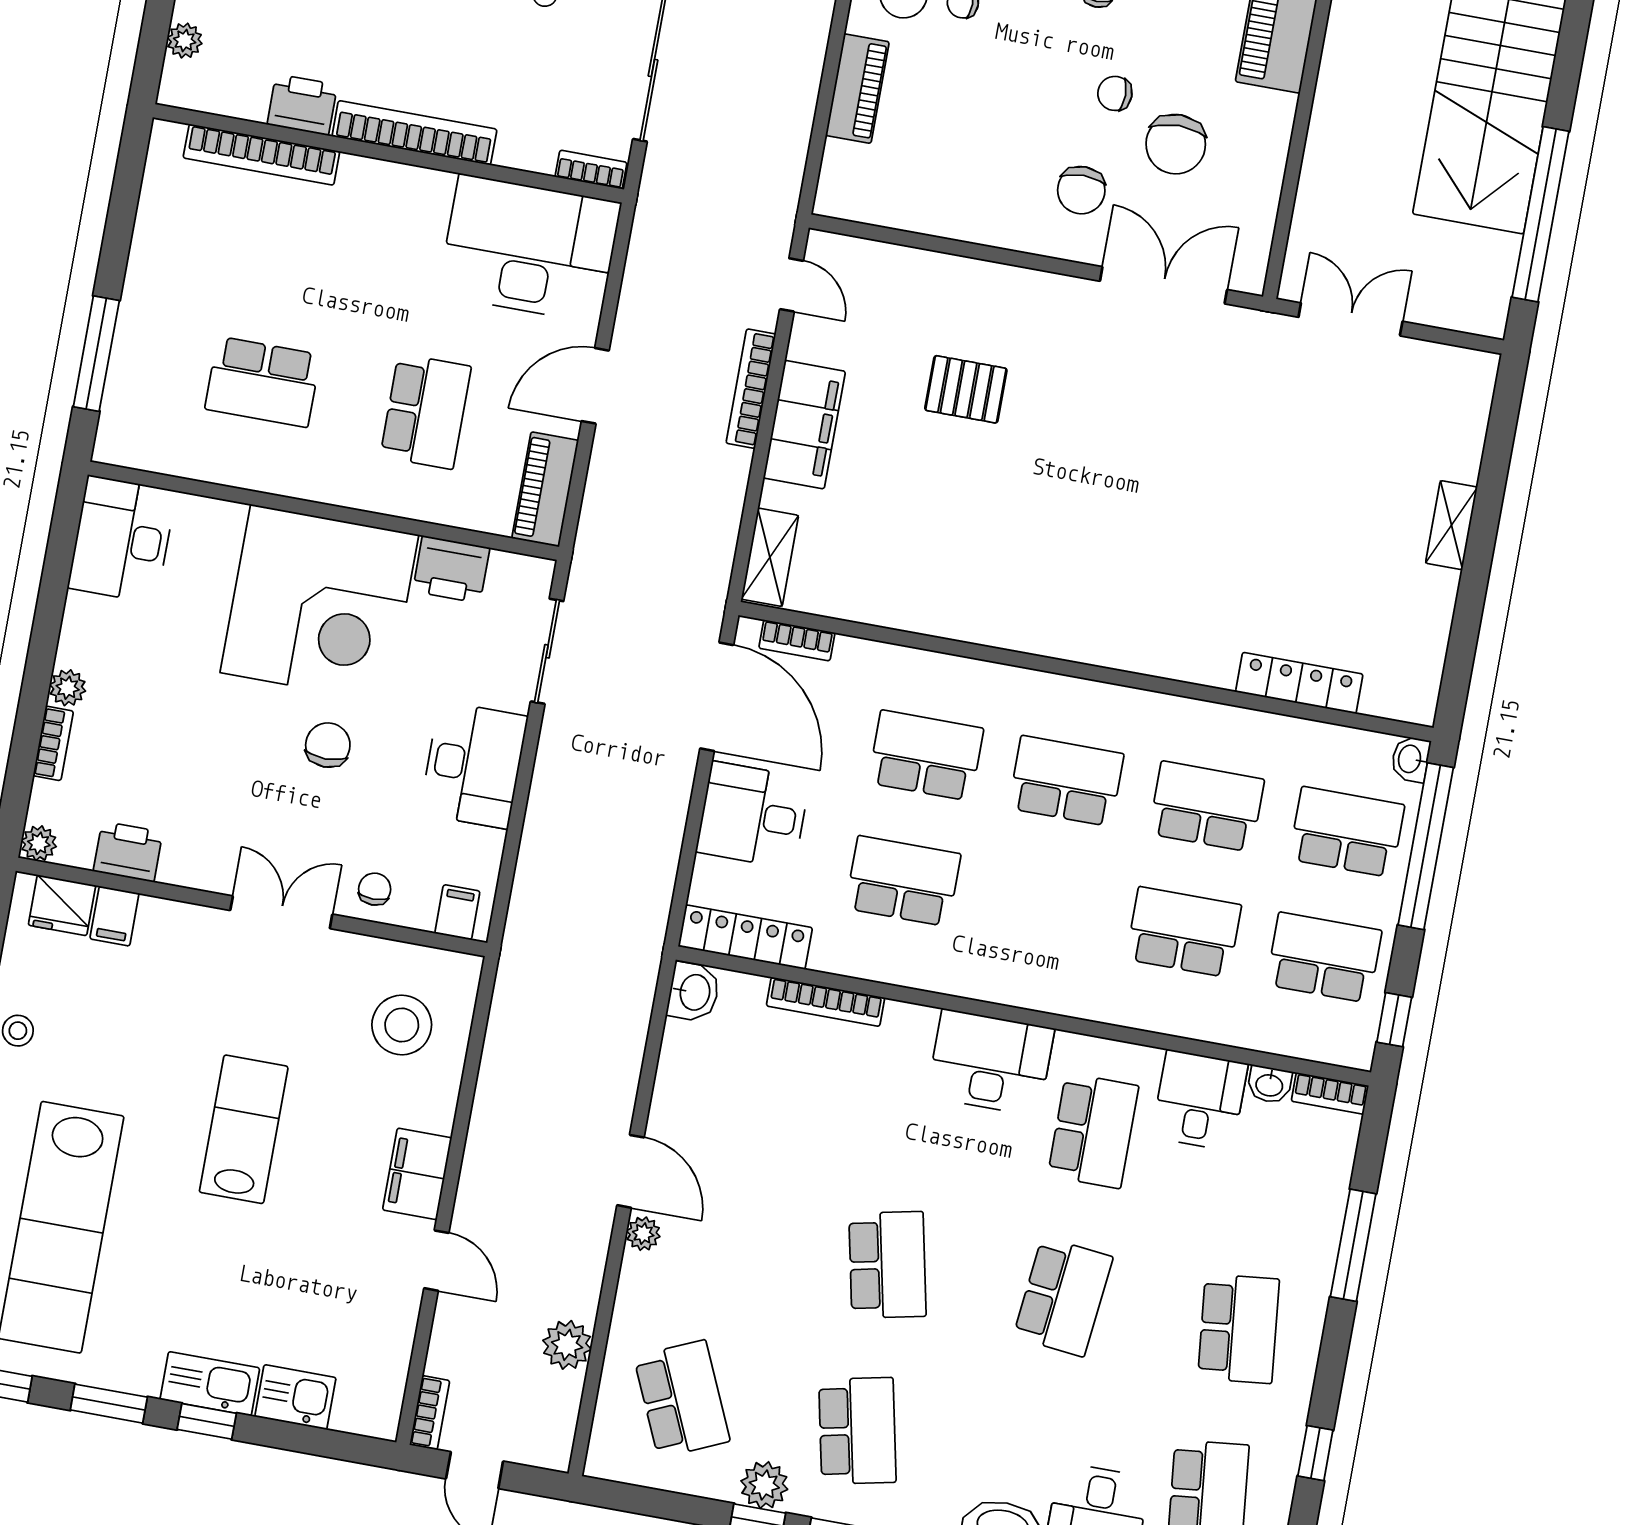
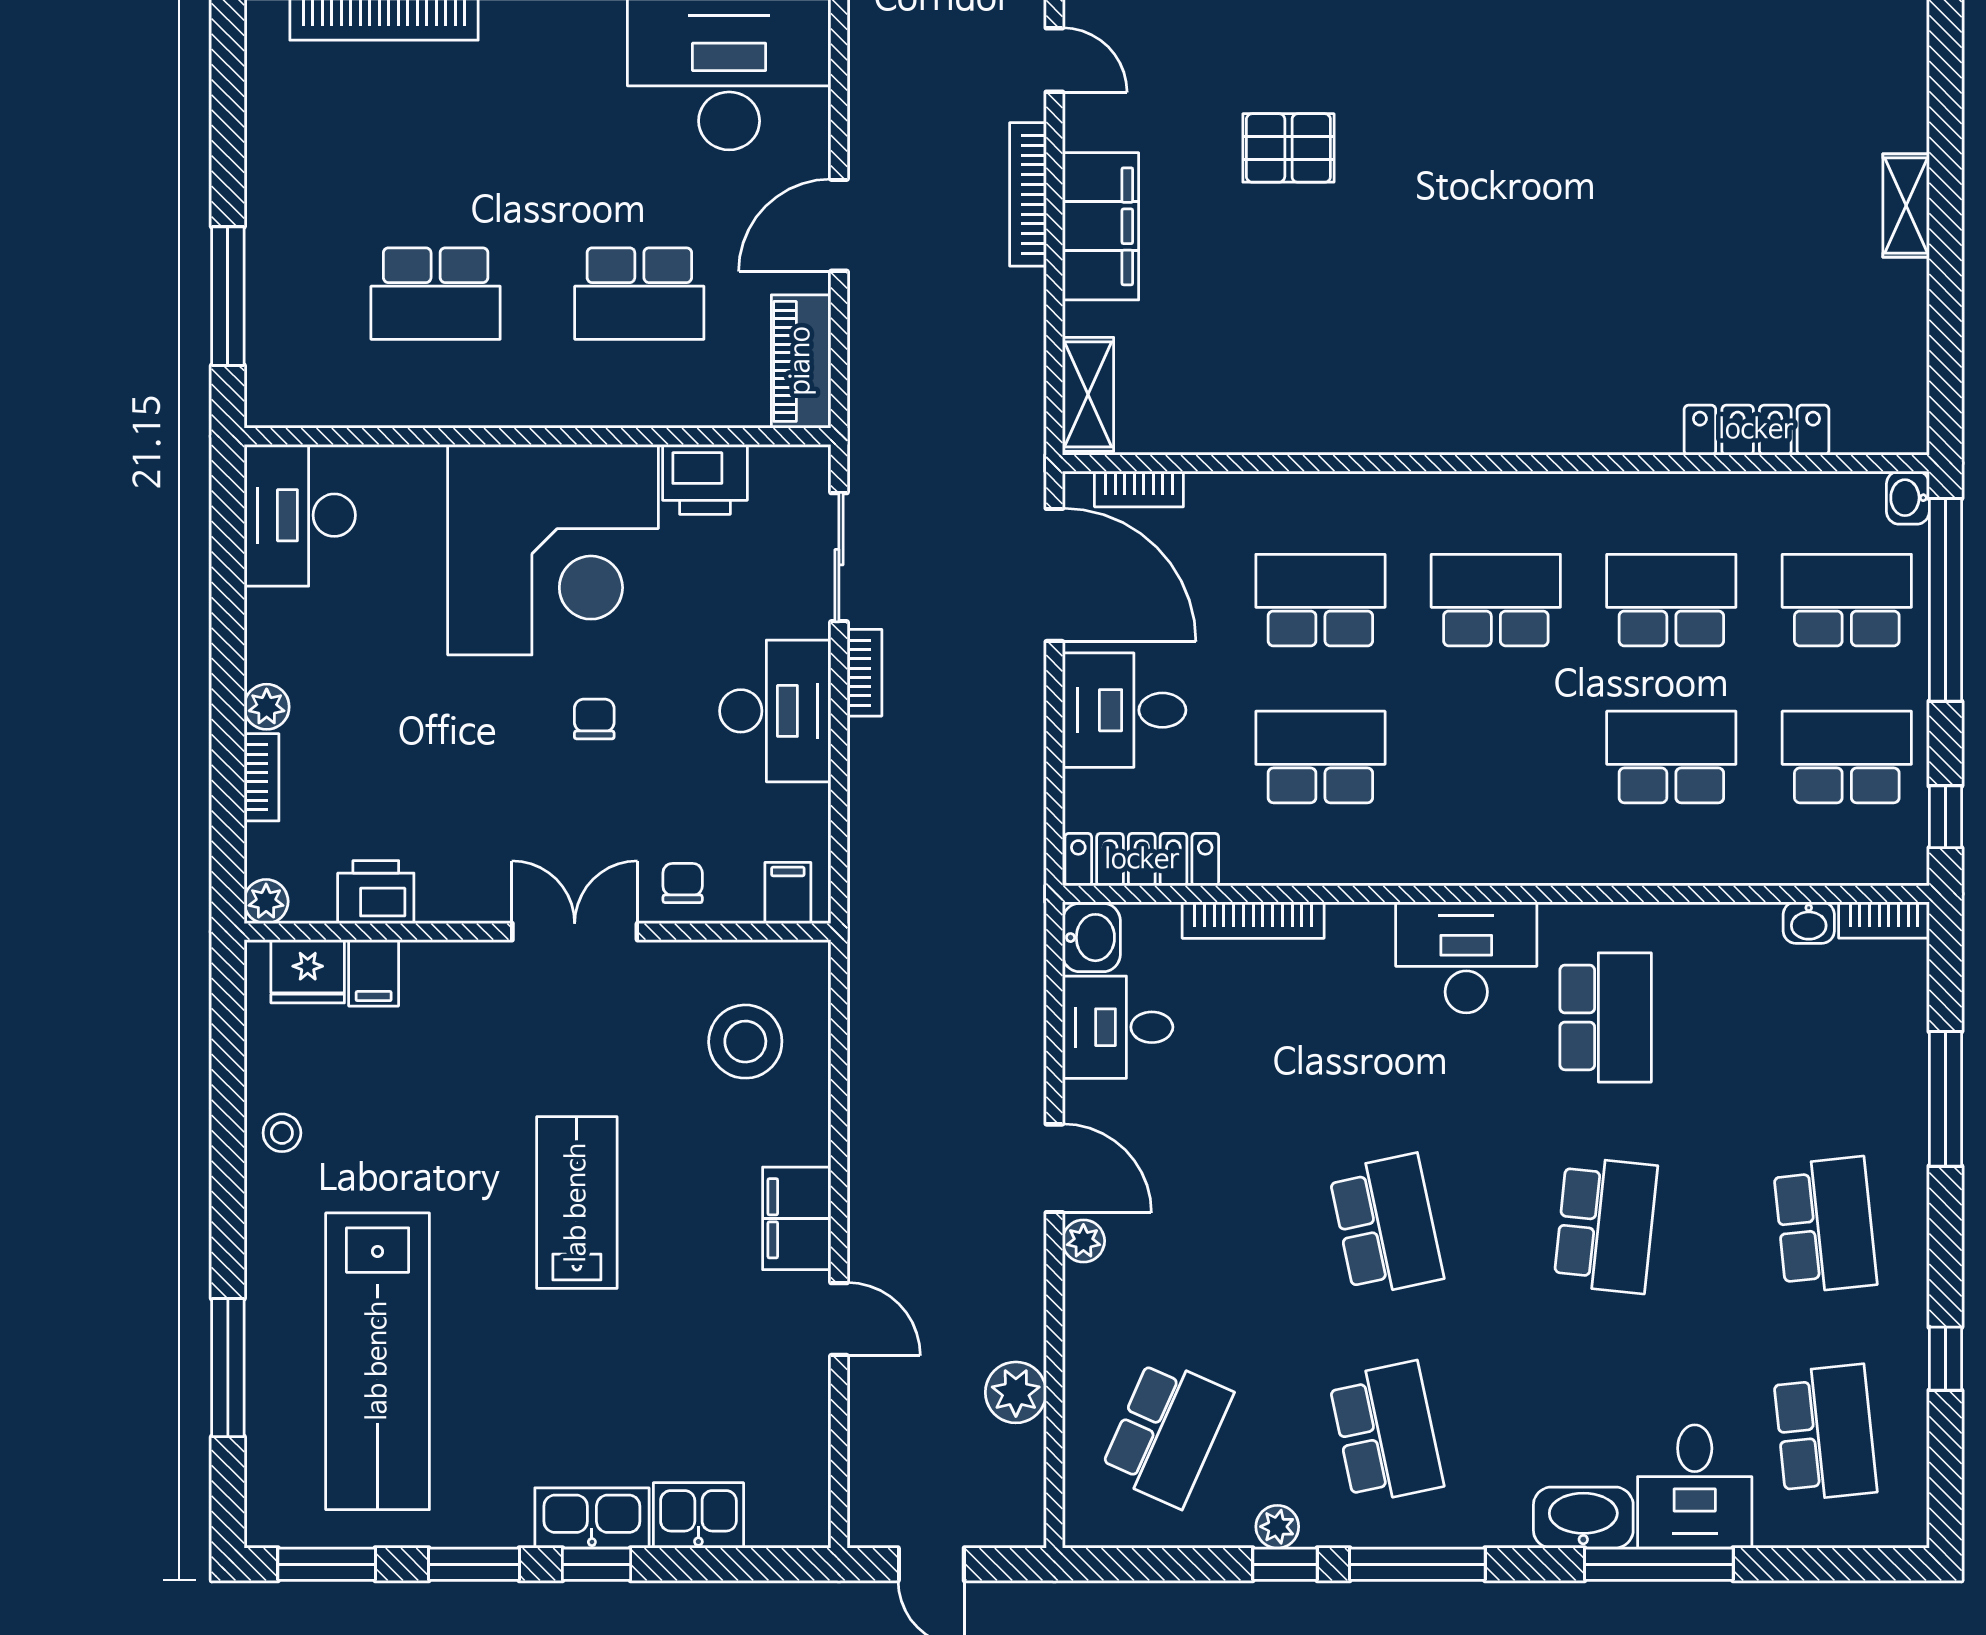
school desk: (426, 411) -> (639, 294), turned 90
chair: (328, 745) -> (594, 719), width x0.73, depth x0.73
desk: (1200, 1100) -> (1118, 1027), moved, turned -90
school desk: (682, 1399) -> (1167, 1433), turned 48
bookcase: (430, 1413) -> (864, 673), moved
plant: (764, 1485) -> (1277, 1527), width x0.73, depth x0.73

